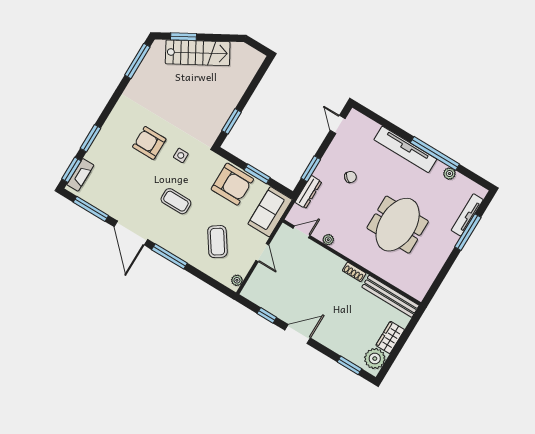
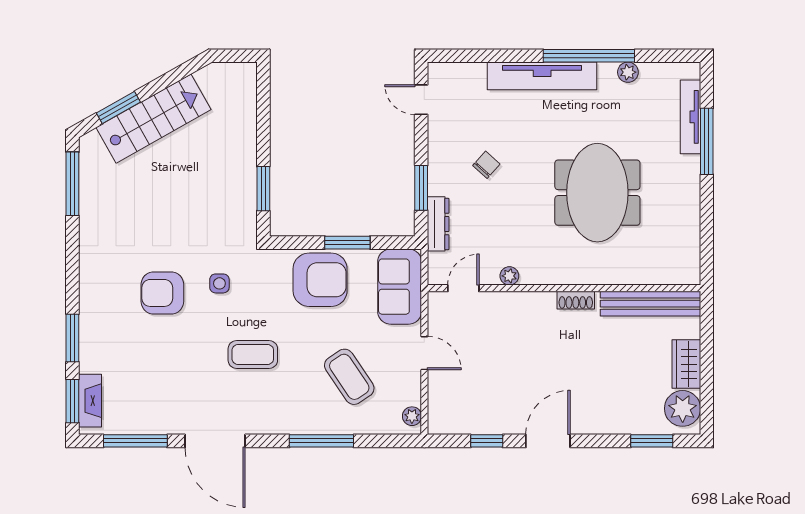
window: (169, 256) -> (321, 441), moved

